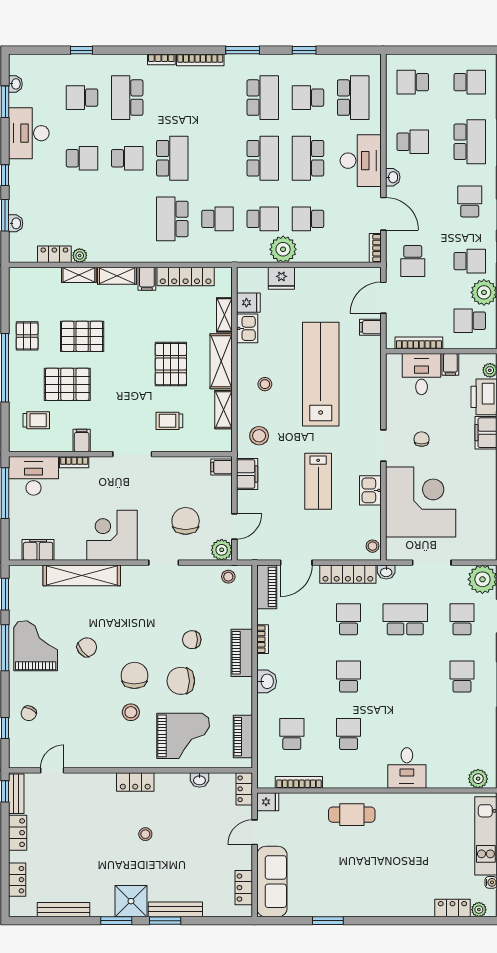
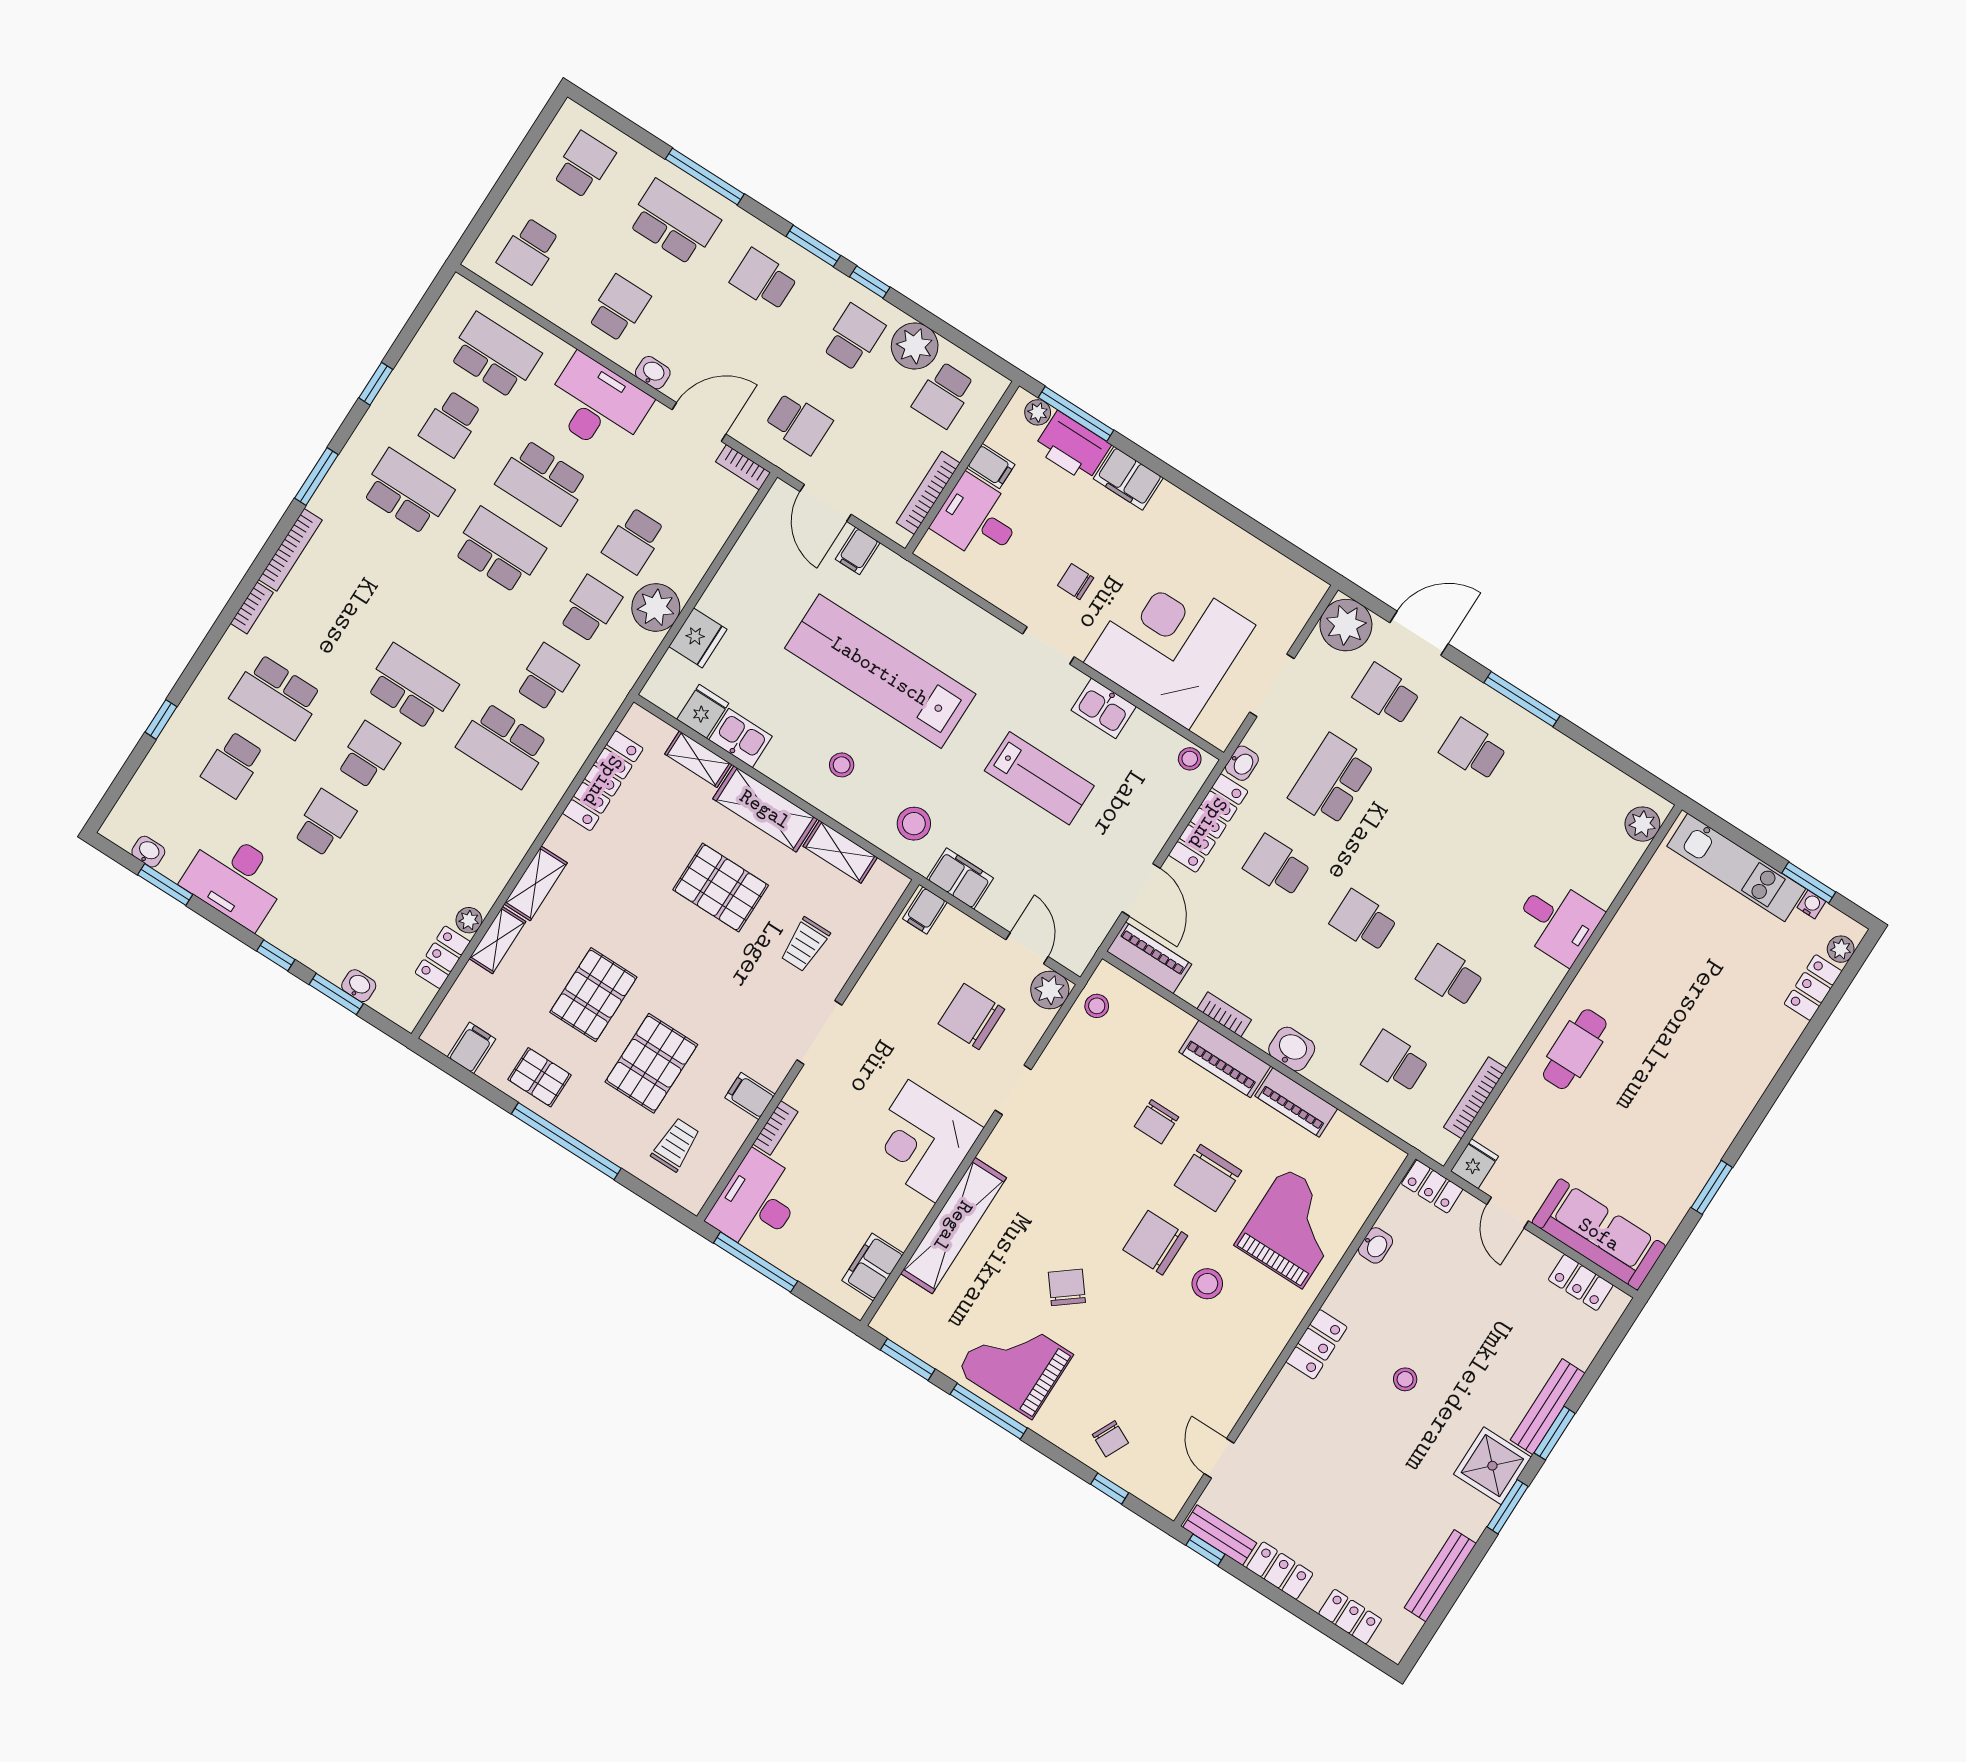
filing cabinet: (147, 279) -> (472, 1048), moved, turned -90
piano: (243, 737) -> (1296, 1102), moved

